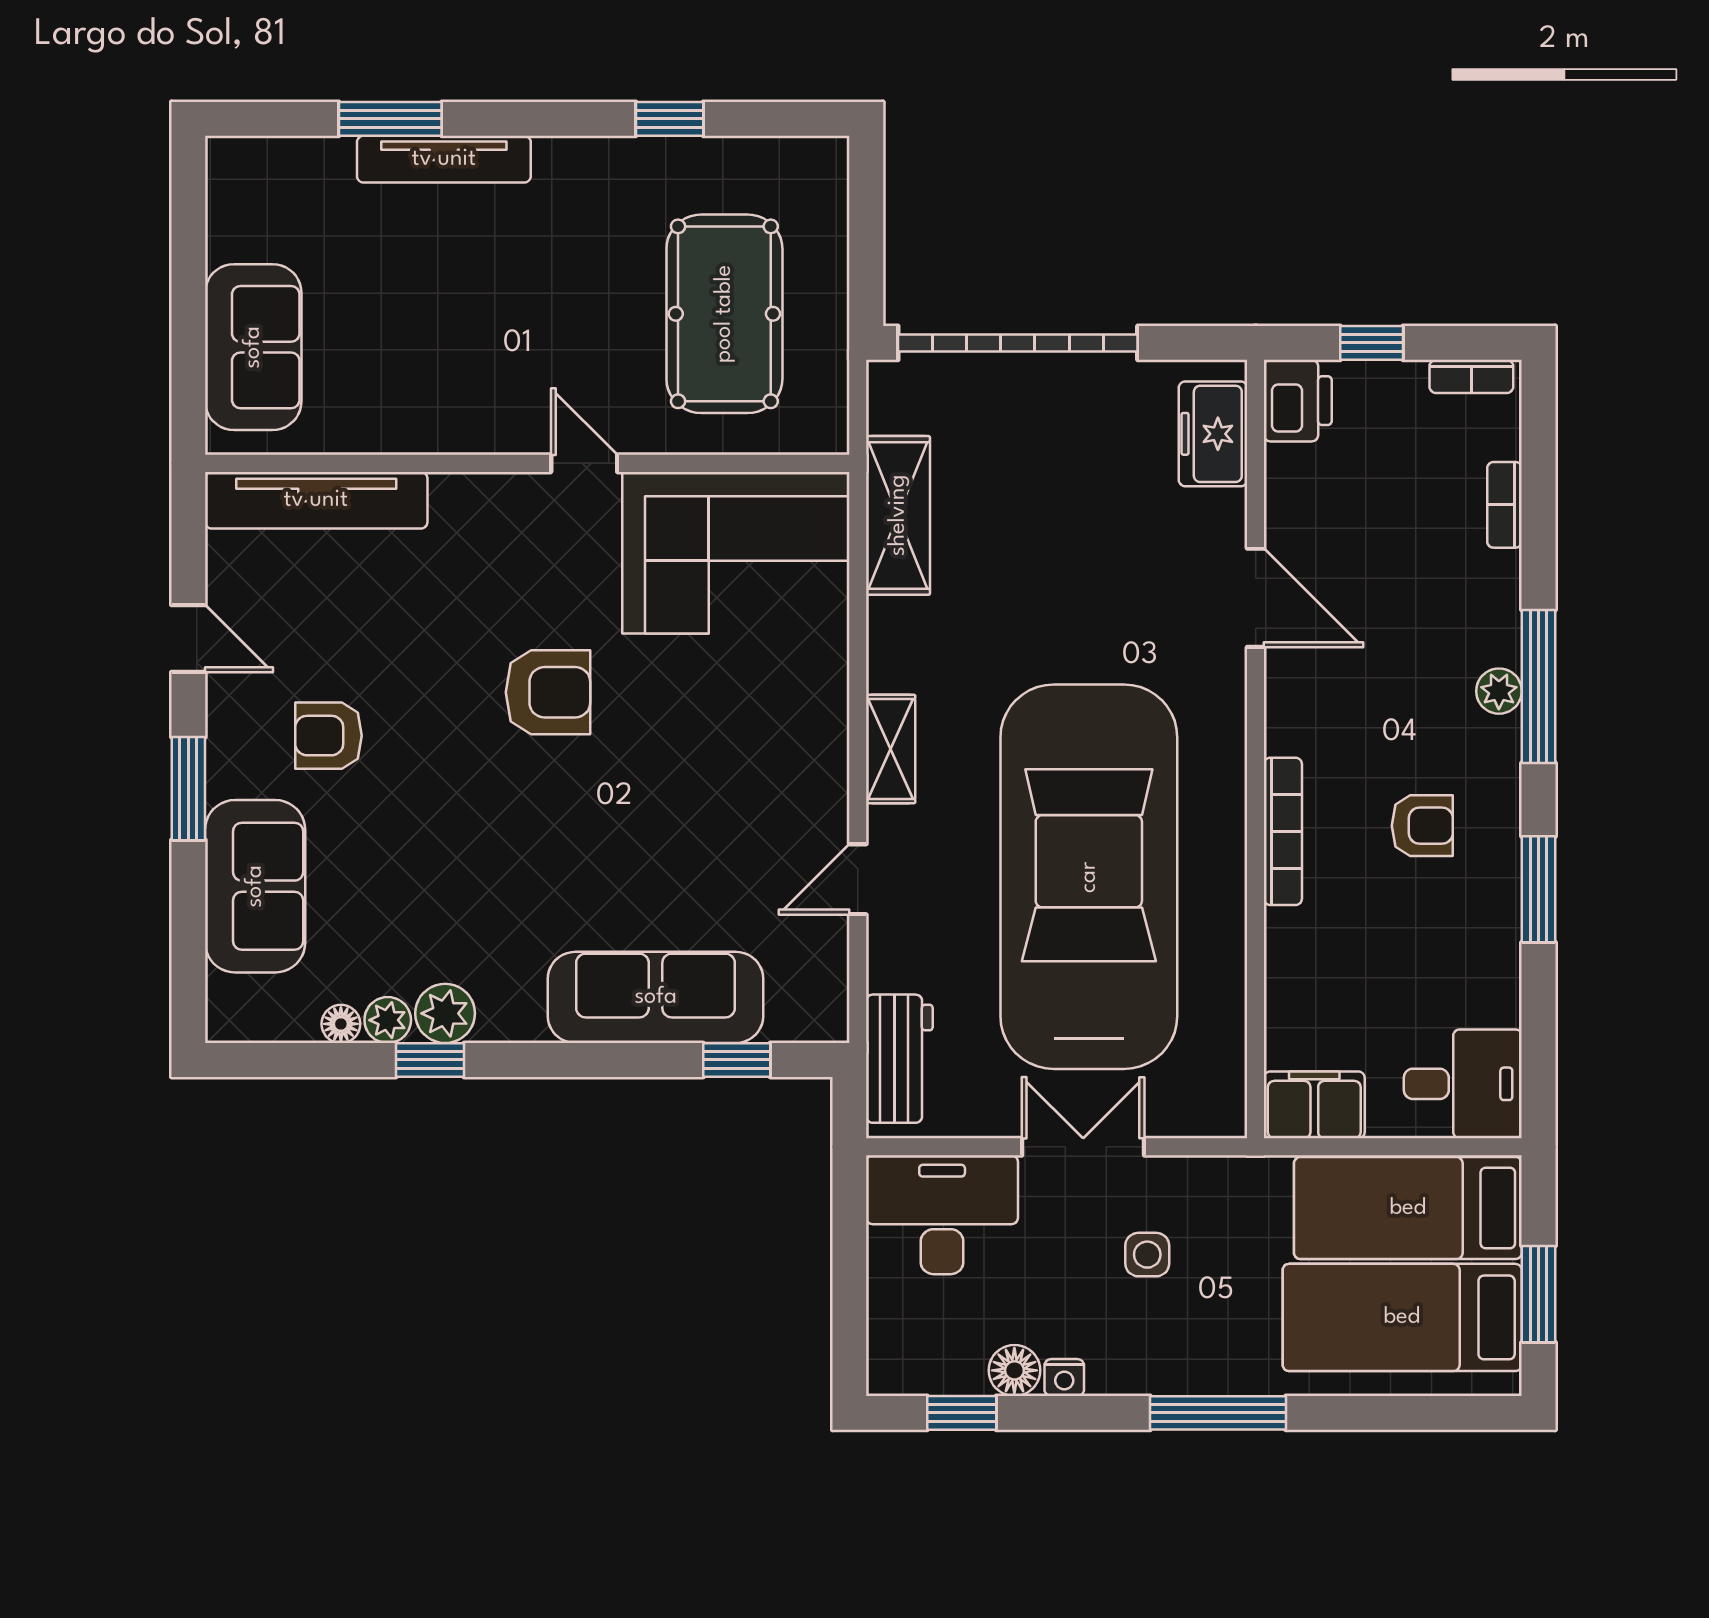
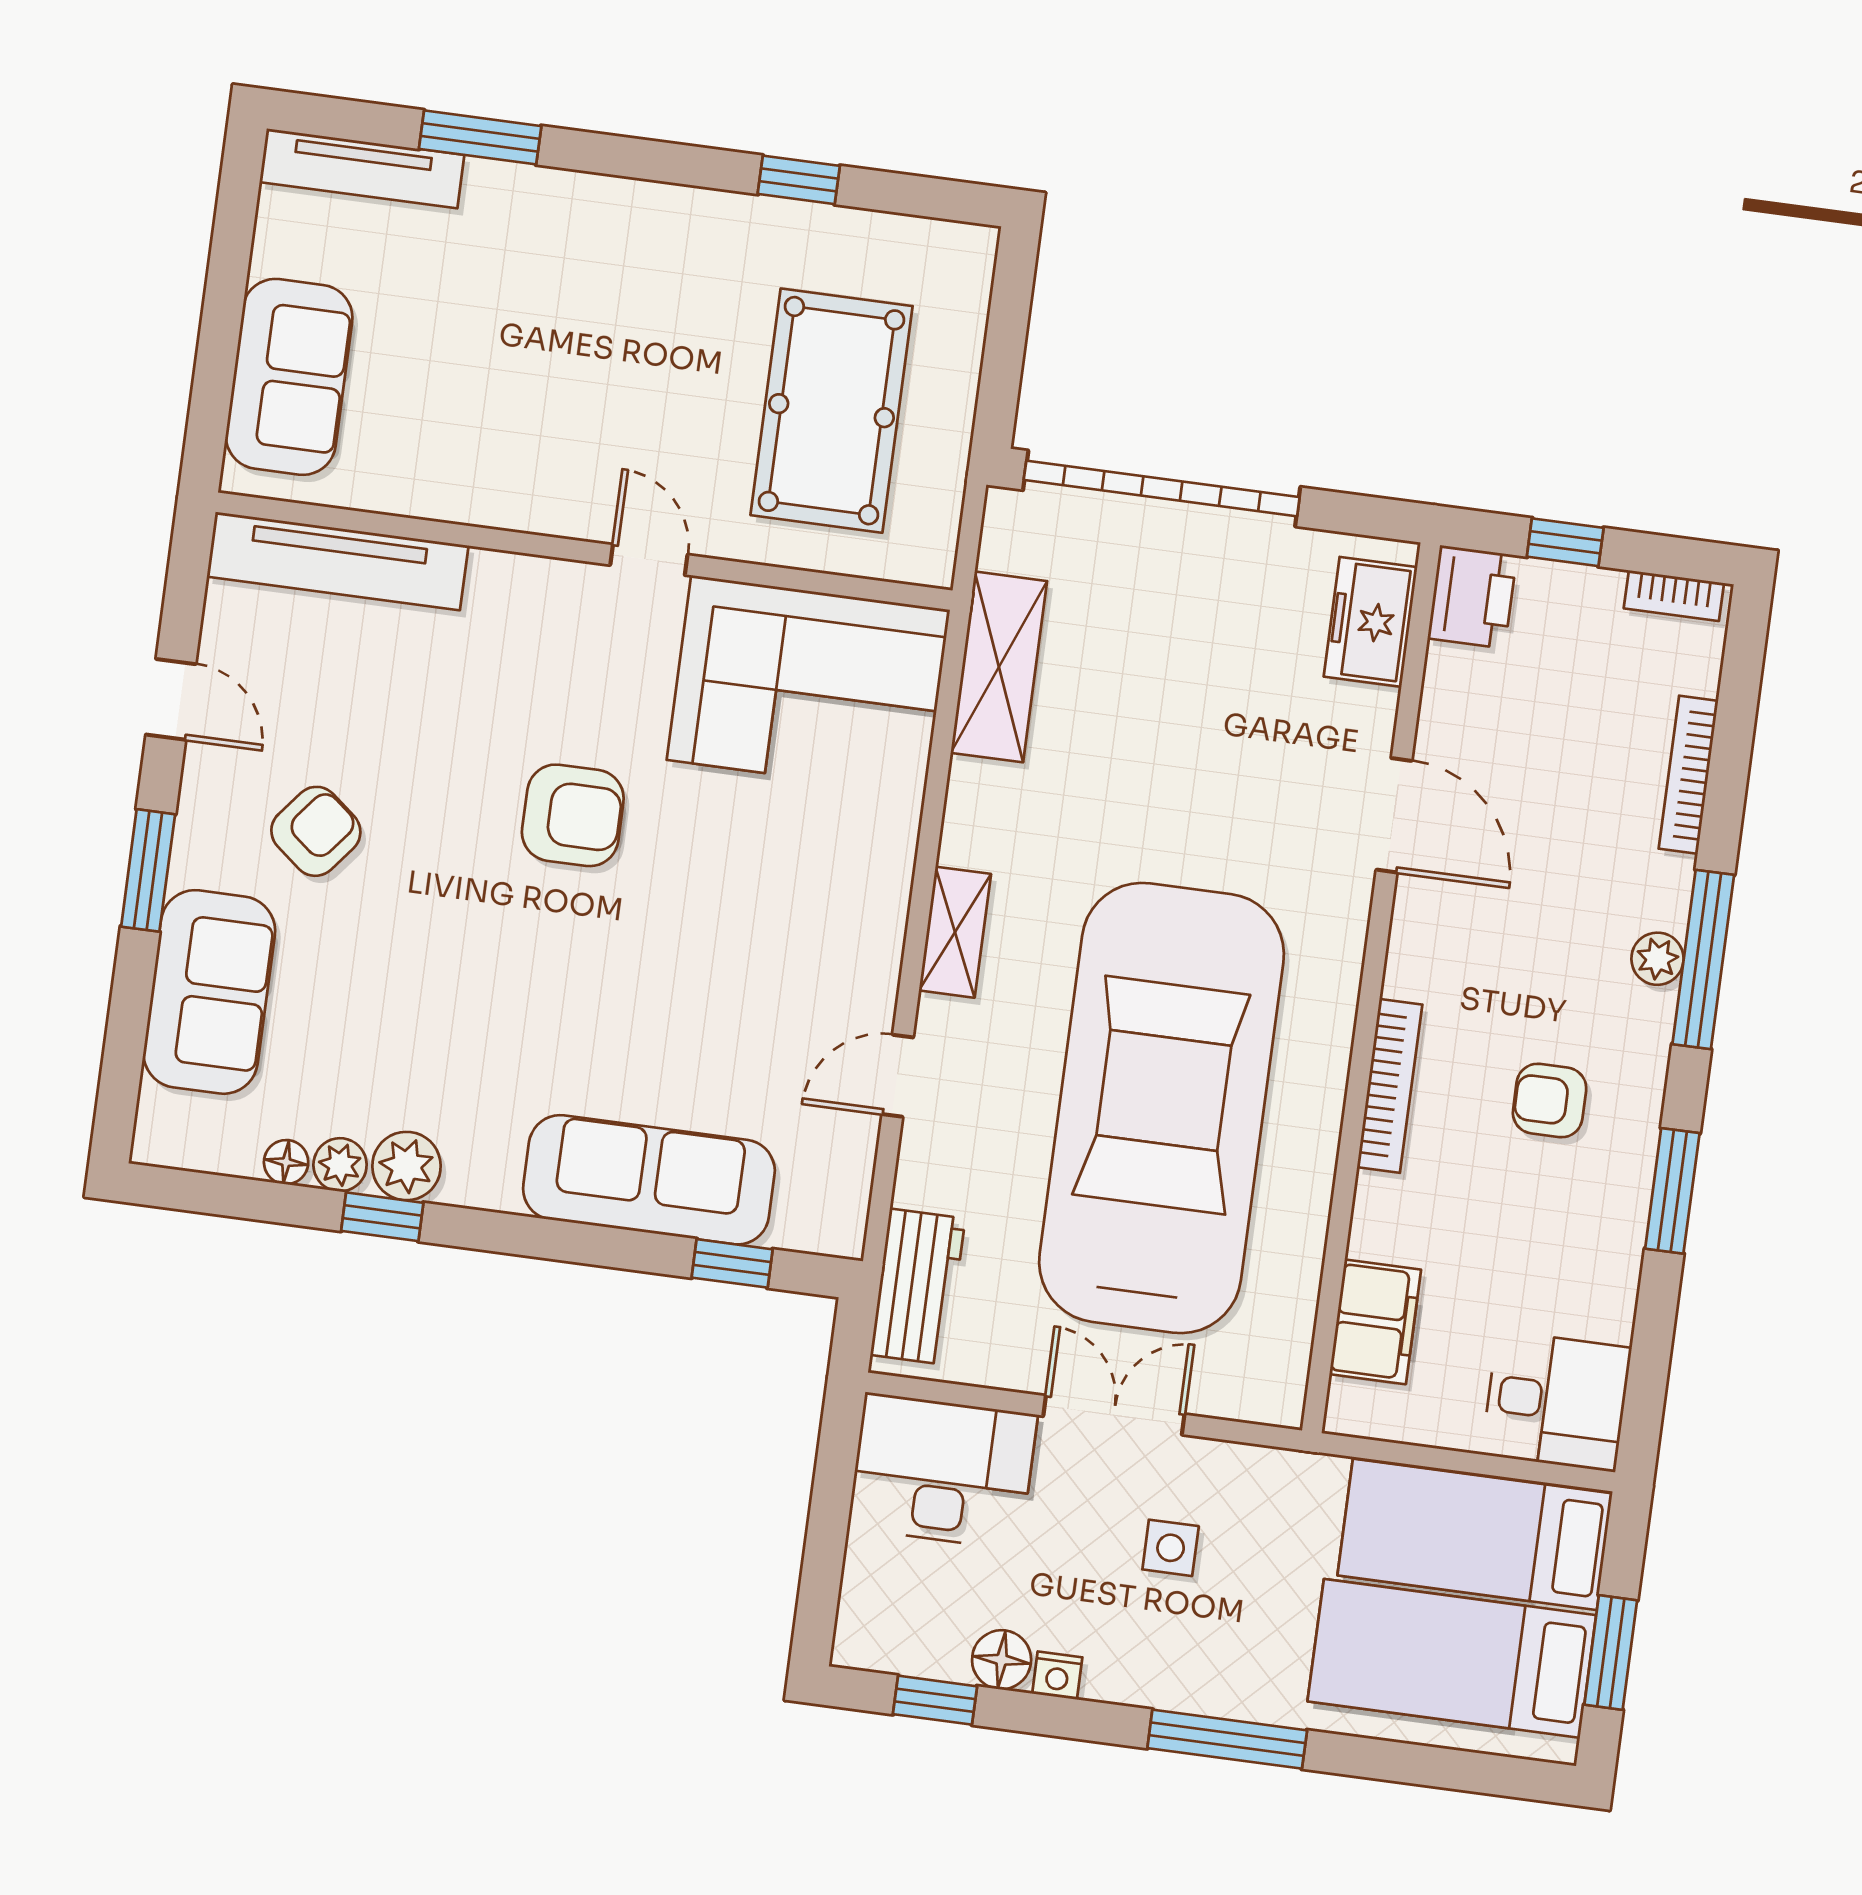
tv unit: (444, 159) -> (362, 168), moved
bookcase: (1504, 505) -> (1688, 775), width x1.56
armchair: (329, 736) -> (316, 831), turned 129
armchair: (1422, 826) -> (1550, 1100), turned 180
filing cabinet: (1314, 1105) -> (1375, 1322), moved, turned 90

